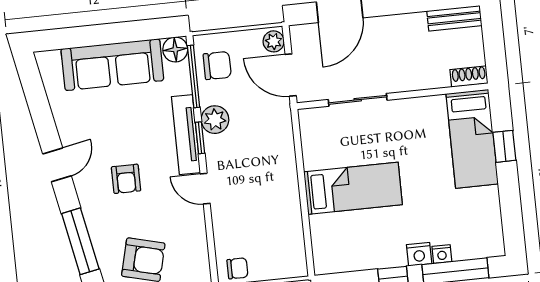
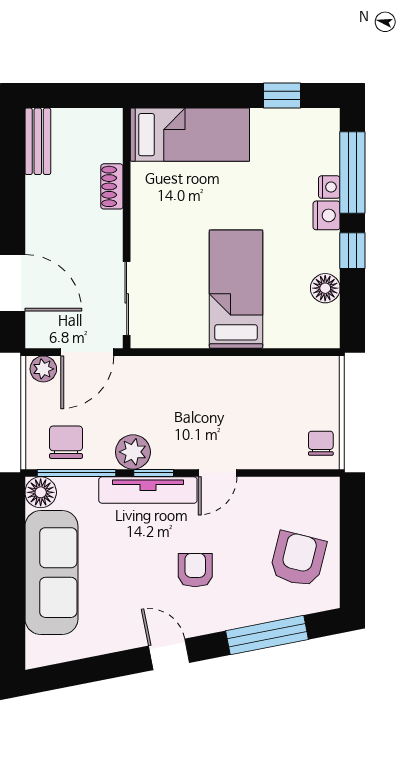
shoe rack: (469, 76) -> (112, 186), moved
sliding door: (358, 100) -> (127, 298), moved
window: (504, 146) -> (282, 95), moved
armchair: (126, 179) -> (195, 570), turned -90
floor lamp: (361, 259) -> (325, 288), added

